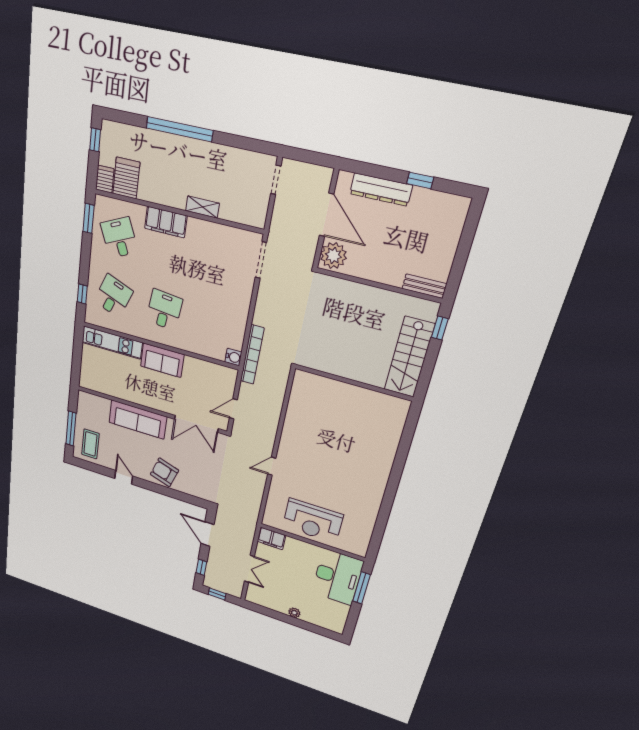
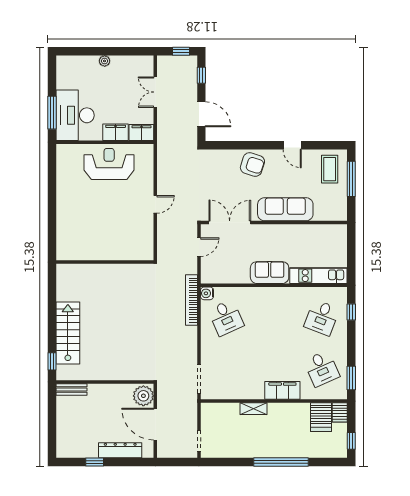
desk: (164, 310) -> (226, 318), moved, turned -30
wall: (353, 382) -> (105, 262), moved
filing cabinet: (298, 548) -> (116, 132), added

